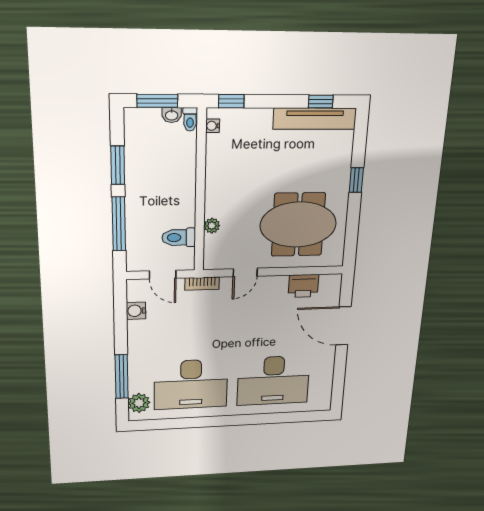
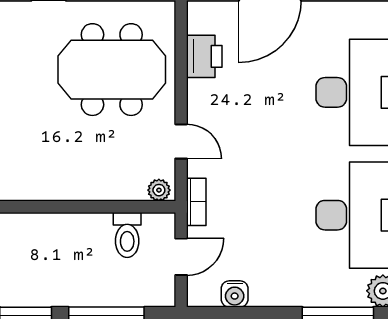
meeting table: (298, 225) -> (112, 70), turned 90
plant: (212, 226) -> (159, 190), moved

